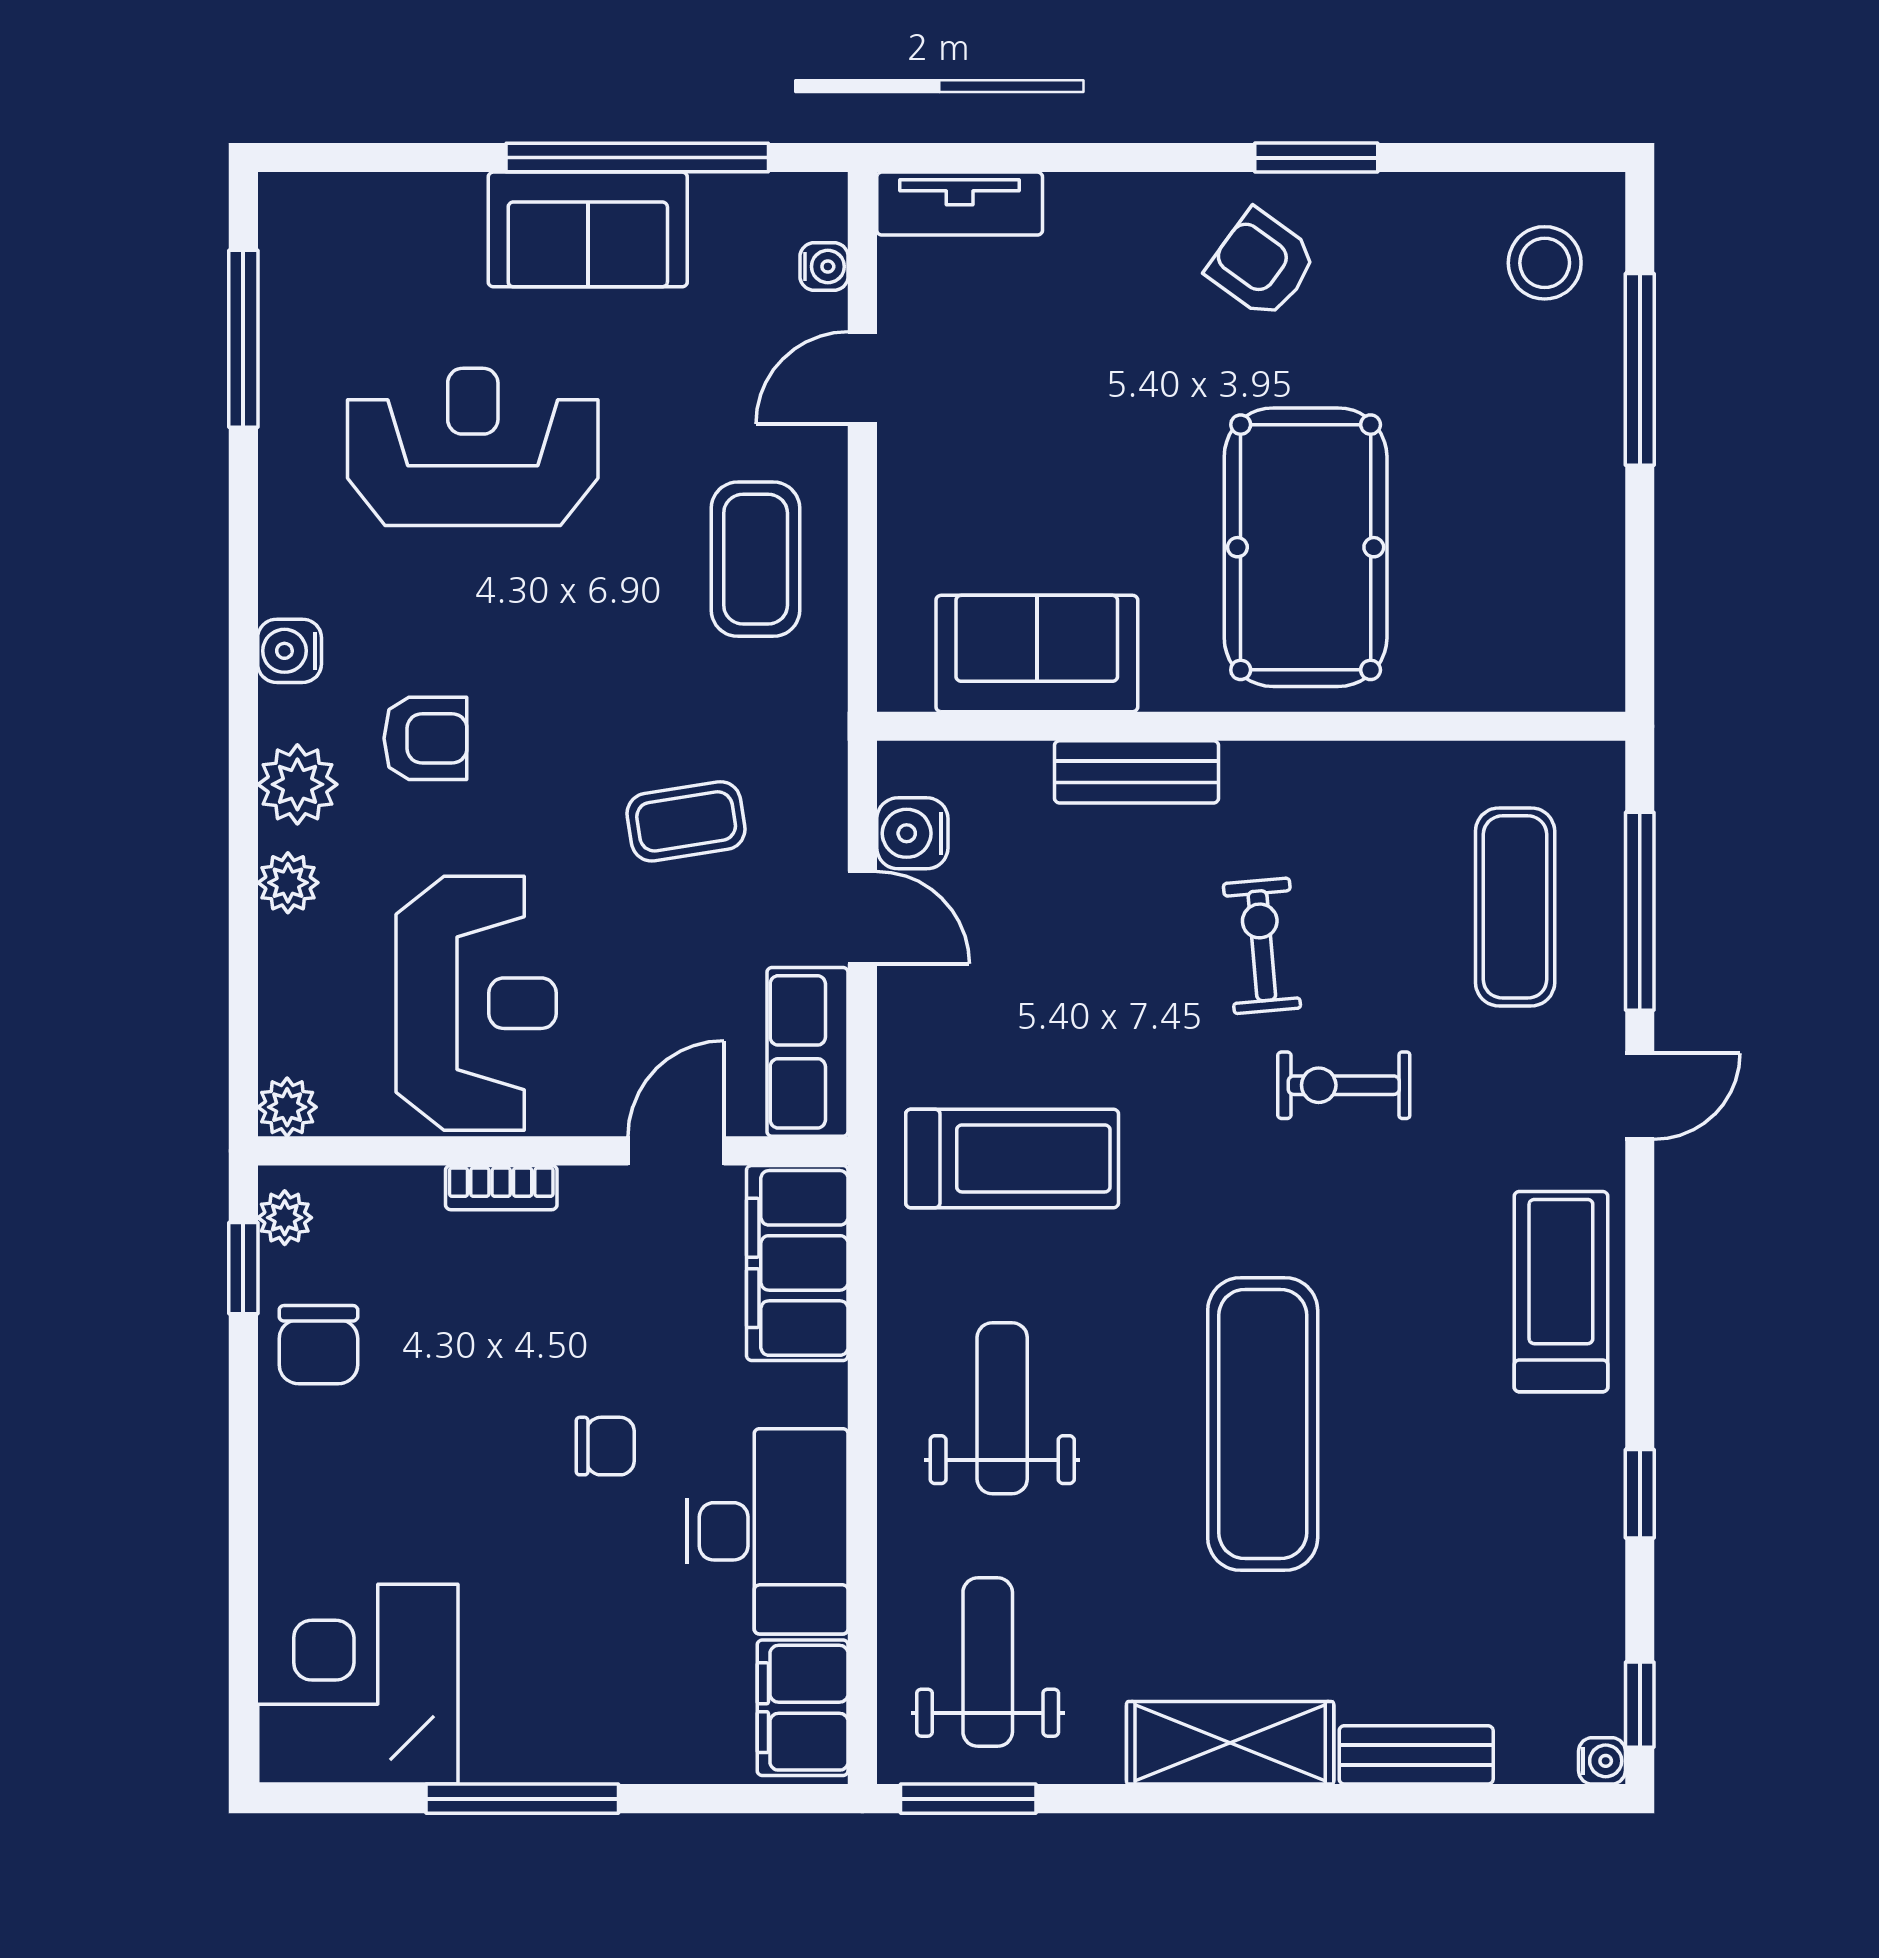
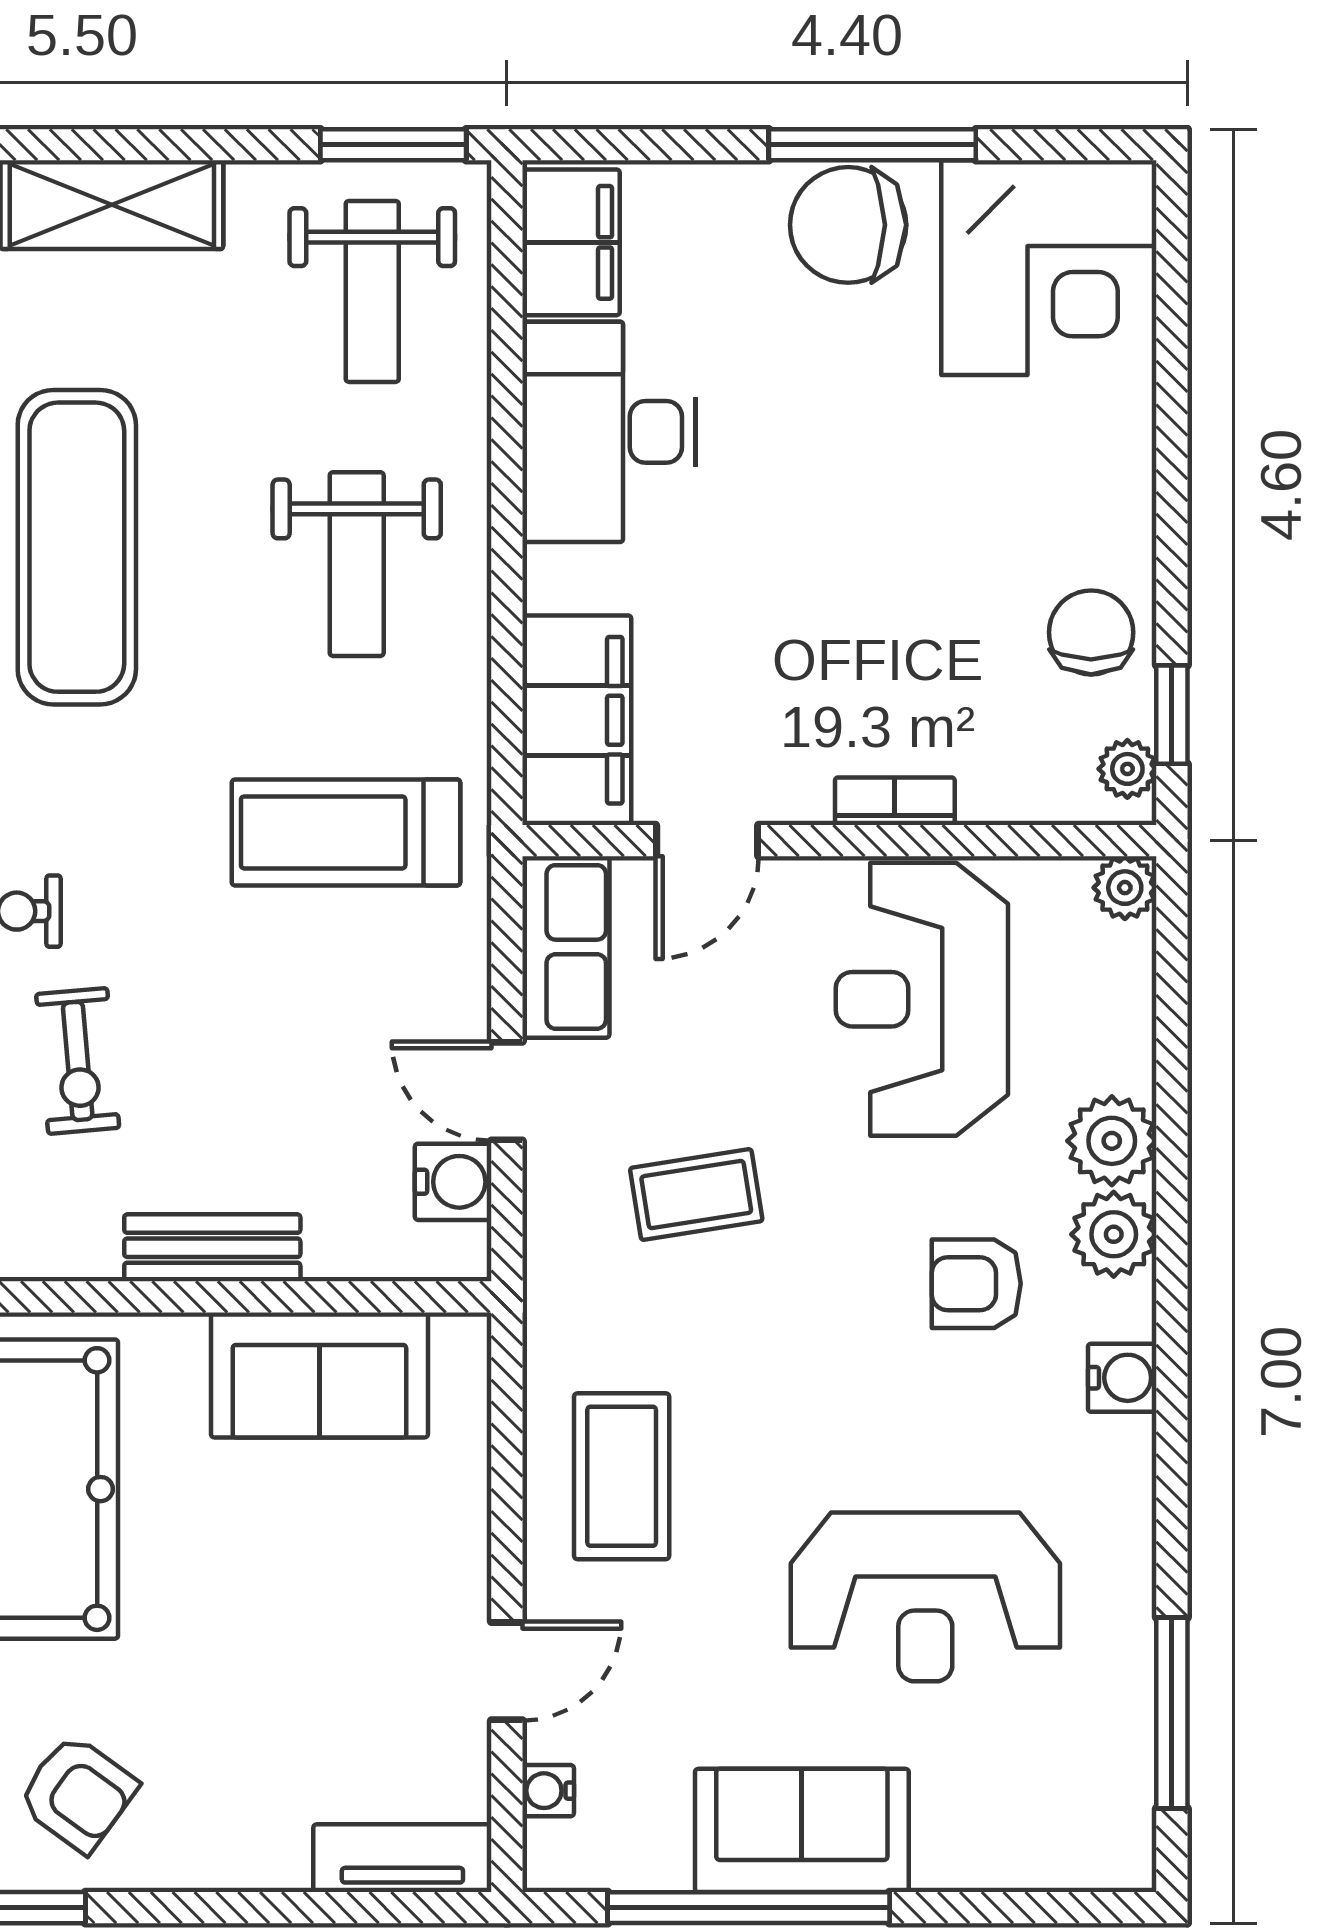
plant: (288, 883) -> (1112, 1141), width x1.38, depth x1.38
chair: (605, 1446) -> (848, 225), moved, width x1.87, depth x1.87

